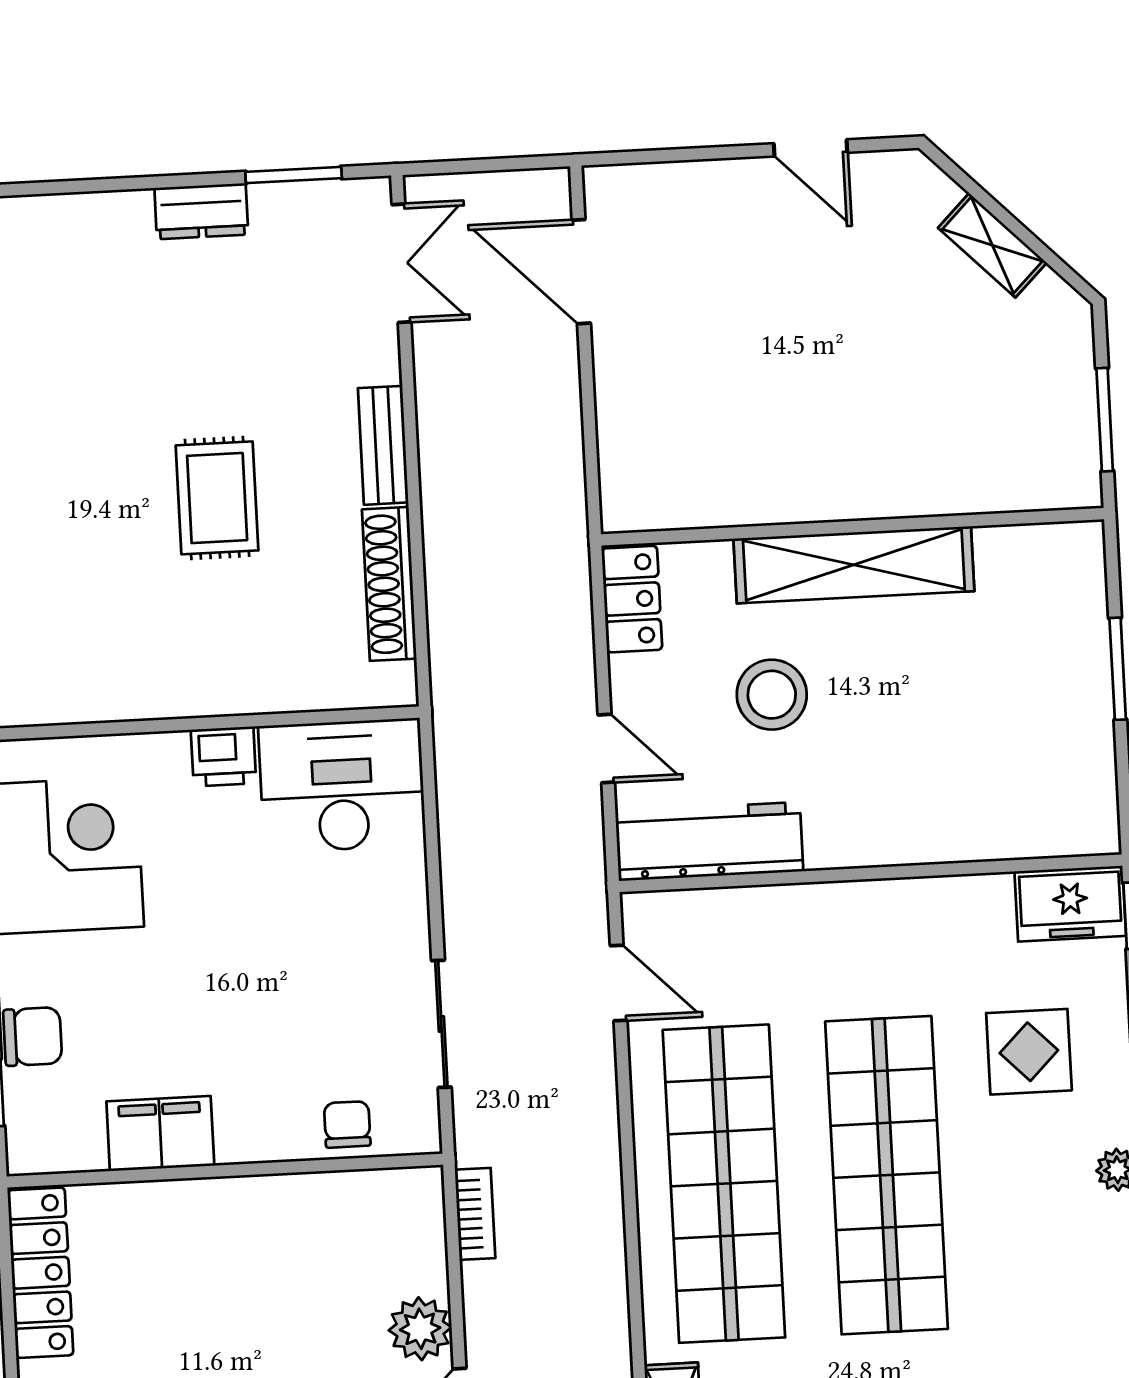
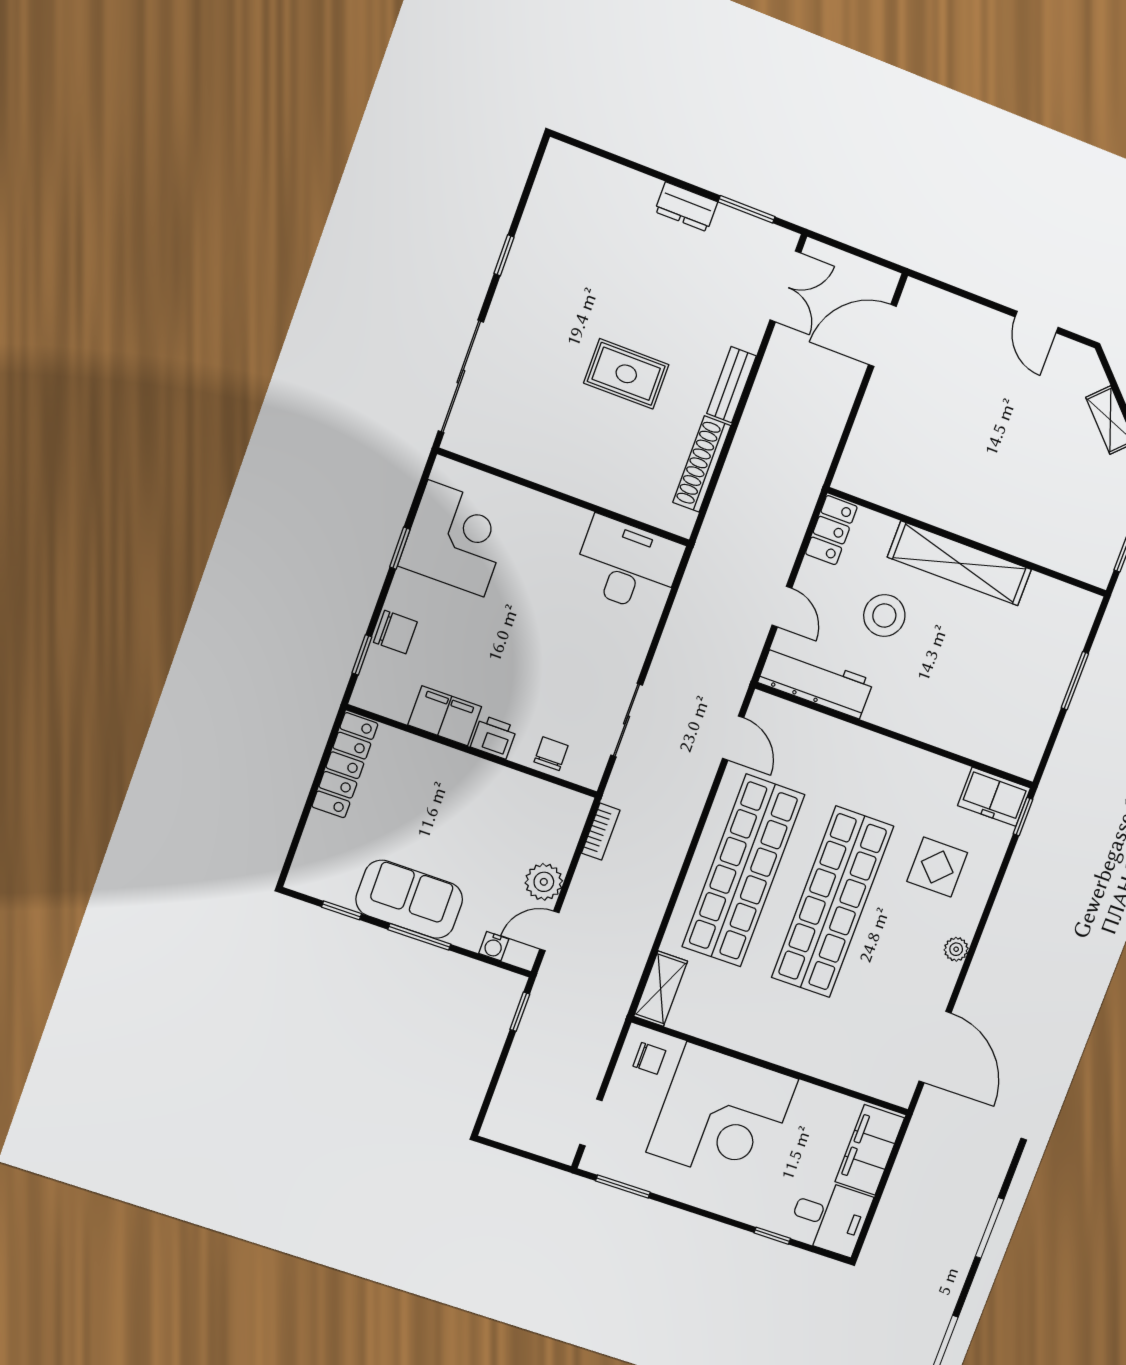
door: (581, 272) -> (882, 335), hinge flipped
rug: (217, 498) -> (626, 374), turned 90
printer: (224, 756) -> (494, 737), moved, turned 180

